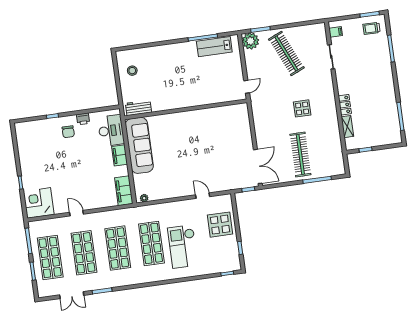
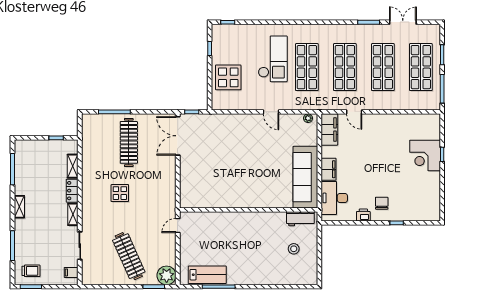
stool: (132, 71) -> (294, 249), moved
shelving: (341, 84) -> (73, 214), added
shelving: (390, 84) -> (19, 207), added
door: (203, 196) -> (271, 112), moved
corner desk: (39, 203) -> (425, 156), moved, turned 90
door: (77, 213) -> (354, 112), moved

